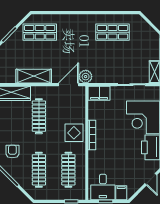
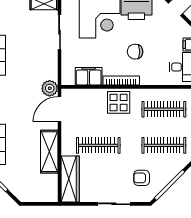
door: (68, 85) -> (60, 109), hinge flipped
filing cabinet: (99, 93) -> (89, 76), moved, turned -90
chair: (115, 146) -> (135, 52), added

